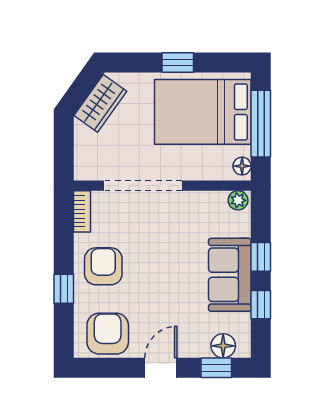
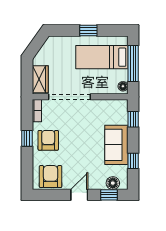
wardrobe: (100, 103) -> (40, 79), moved, turned -35
bed: (203, 112) -> (102, 57), width x0.67
plant: (238, 200) -> (121, 105), removed
window: (261, 257) -> (133, 119), moved
window: (64, 289) -> (27, 138), moved

